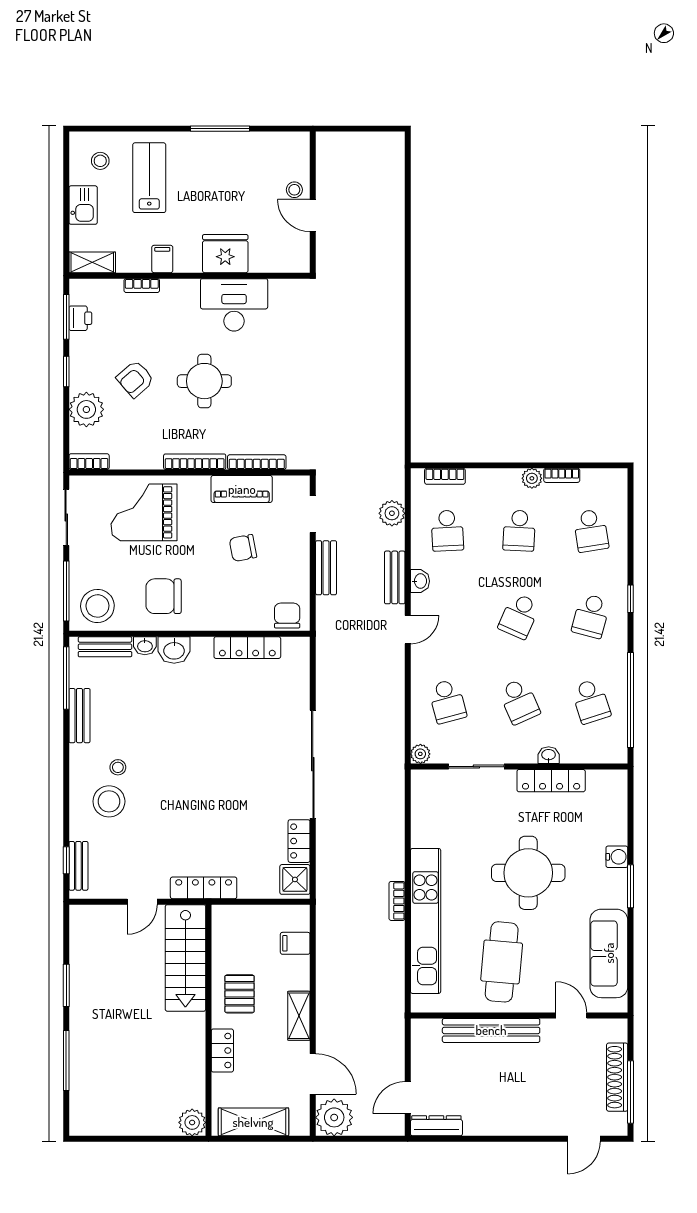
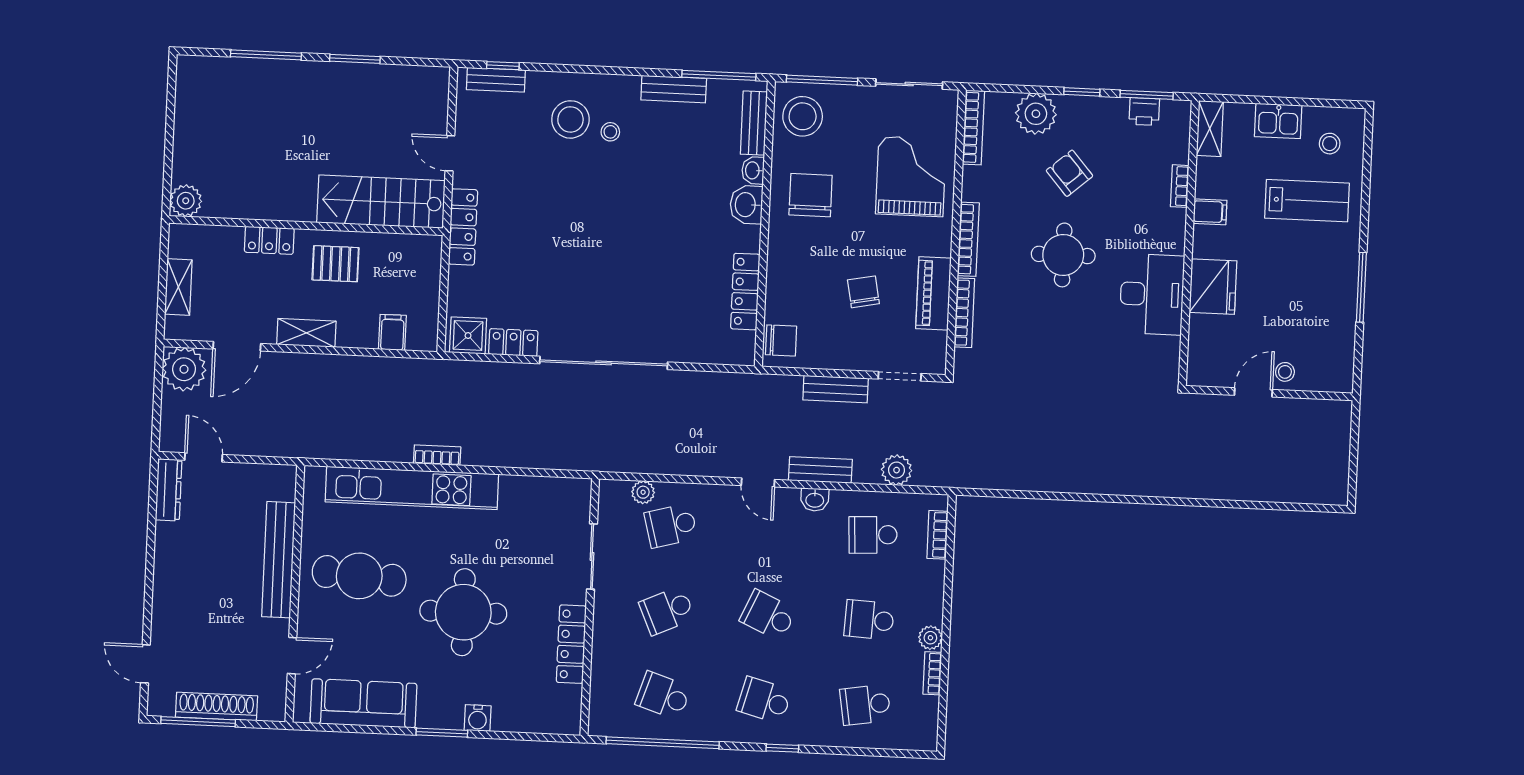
bookcase: (89, 462) -> (973, 127), width x1.56
school desk: (591, 701) -> (663, 696), turned 36
plant: (420, 754) -> (643, 492), moved
washbasin: (549, 755) -> (602, 643), removed
shelving: (253, 1122) -> (178, 287), width x0.67, depth x0.75

